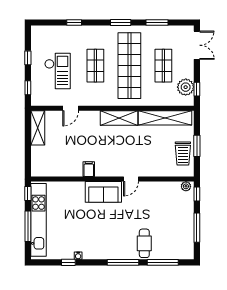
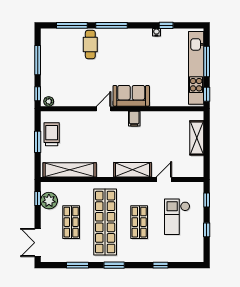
shelving: (119, 118) -> (133, 170), moved
shelving: (38, 128) -> (197, 138), moved
filing cabinet: (89, 169) -> (134, 119), moved

